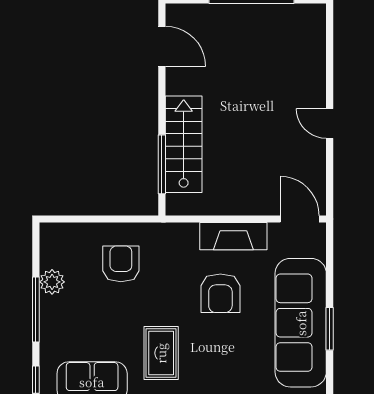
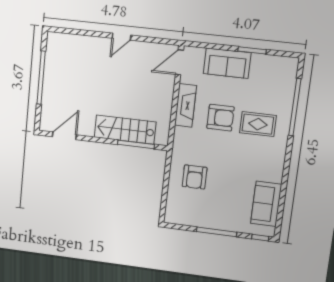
armchair: (121, 264) -> (195, 177), turned -90
plant: (52, 282) -> (201, 220), removed
sofa: (301, 323) -> (227, 63), width x0.54, depth x0.79
rug: (161, 353) -> (258, 124), moved

